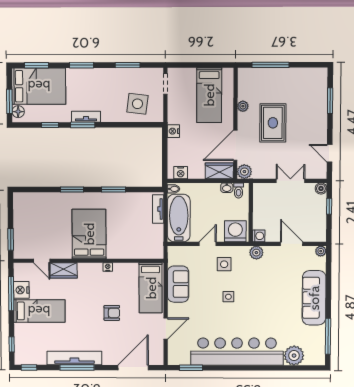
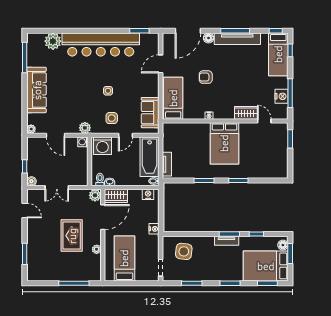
sofa: (178, 284) -> (150, 113), moved
bed: (39, 311) -> (278, 54), moved, turned -90
floor lamp: (109, 359) -> (208, 38), added

